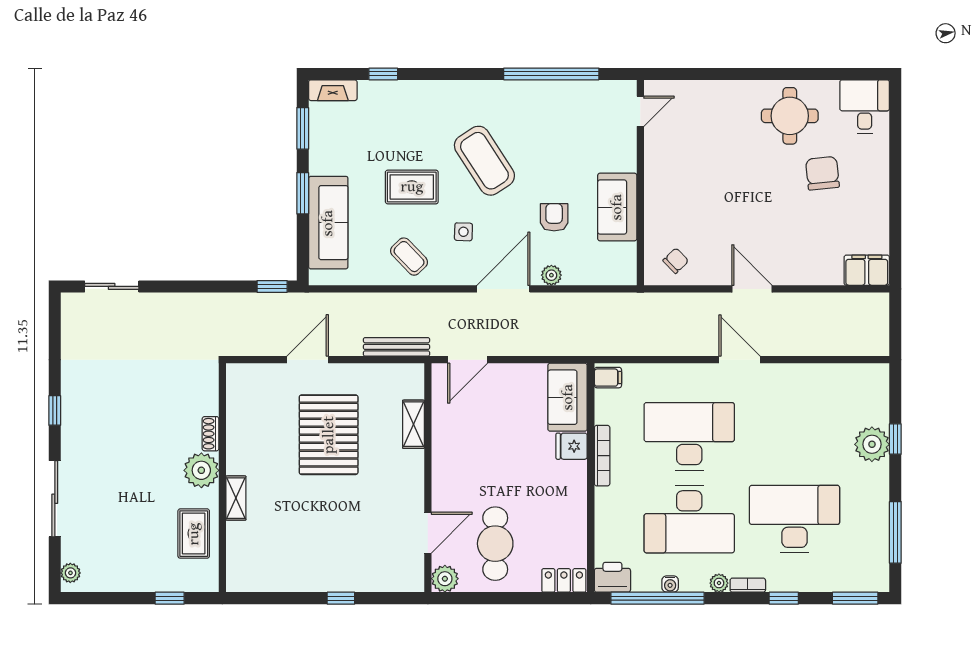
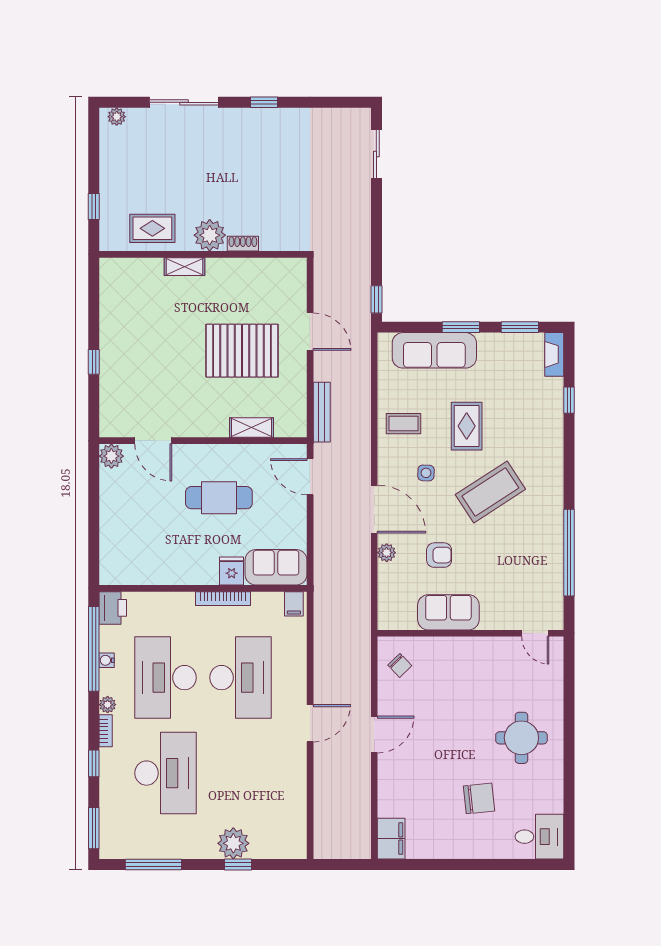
round table: (790, 116) -> (521, 738), moved
coffee table: (409, 257) -> (404, 424), turned 44
cafe table: (495, 544) -> (219, 498), moved
locker: (564, 580) -> (110, 564), removed

